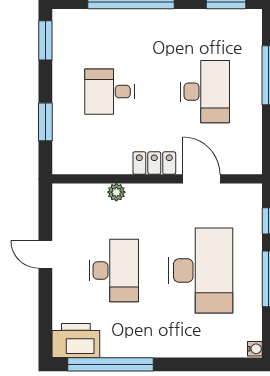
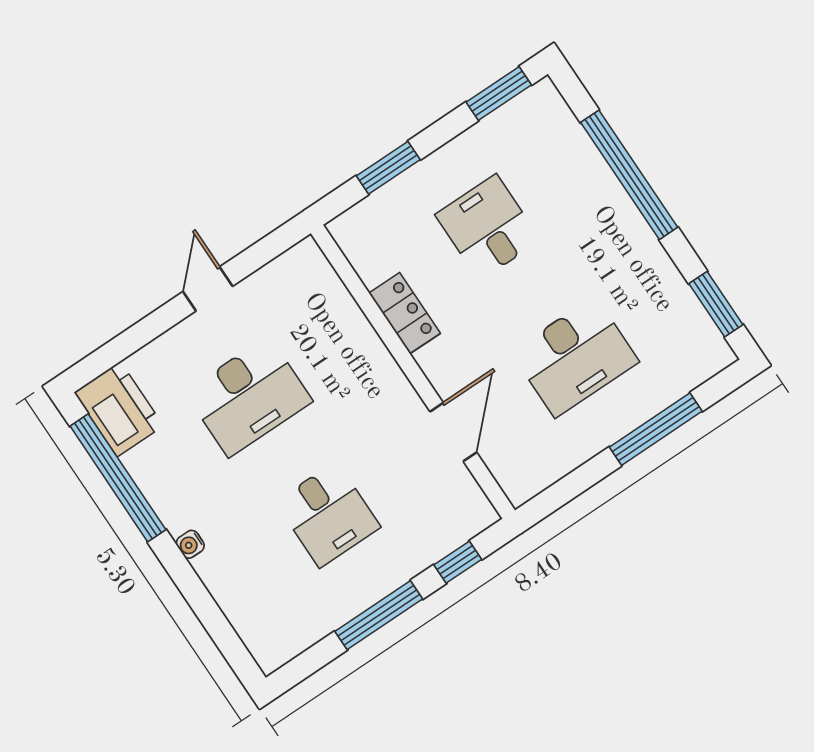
locker: (154, 163) -> (405, 313), moved
plant: (116, 192) -> (357, 329), removed
desk: (201, 270) -> (328, 514), width x0.53, depth x0.77
water cooler: (255, 349) -> (190, 544), moved, turned 90

